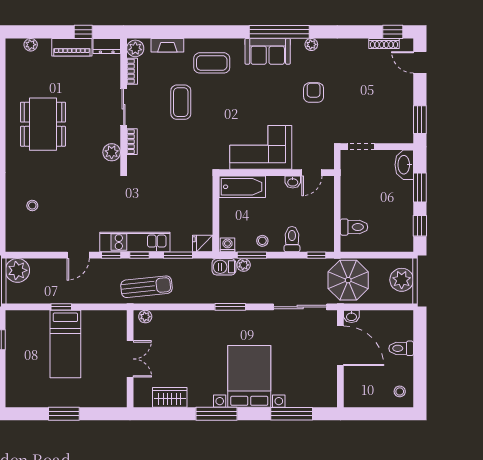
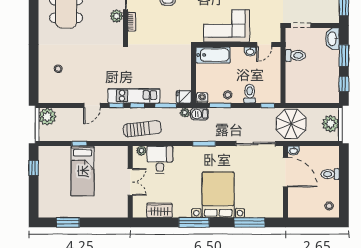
plant: (112, 152) -> (117, 16), moved
toilet: (354, 227) -> (295, 55), moved
plant: (244, 265) -> (185, 113), moved
desk: (170, 329) -> (160, 160), added
window: (64, 414) -> (68, 222), moved

